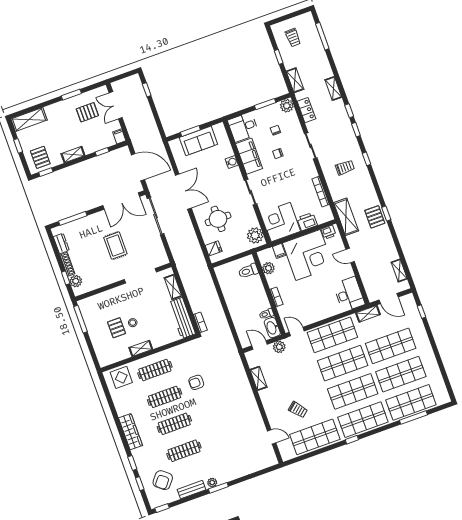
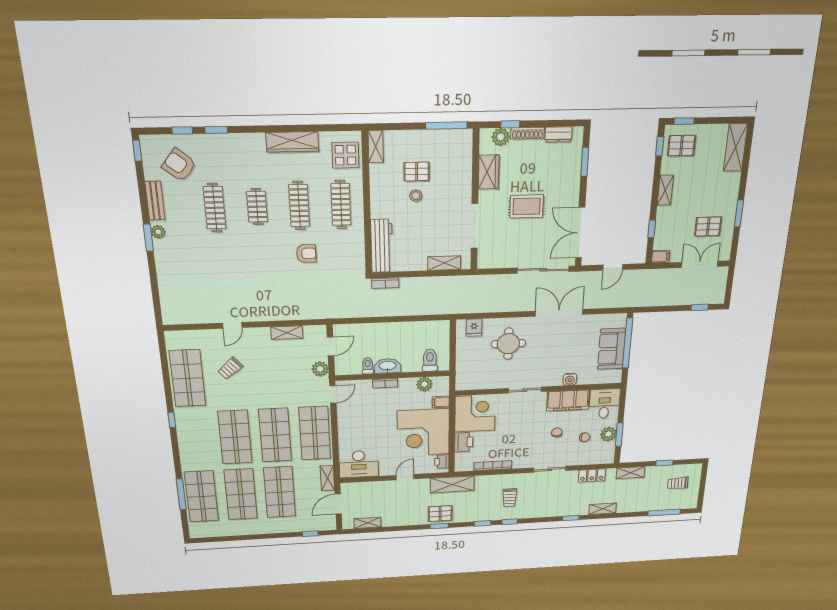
plant: (287, 106) -> (608, 434), moved
pallet: (87, 112) -> (708, 227), turned 90
window: (356, 130) -> (483, 523), moved
window: (190, 131) -> (628, 343), width x2.11
window: (18, 146) -> (684, 121), moved
door: (138, 167) -> (613, 267), width x0.53
double door: (183, 192) -> (559, 313), swing flipped
window: (73, 218) -> (585, 162), width x0.69
plant: (255, 235) -> (471, 380), removed
wardrobe: (101, 280) -> (489, 172), added
workbench: (182, 318) -> (382, 246), moved, turned 90
washbasin: (272, 328) -> (388, 366), moved
shelving: (141, 348) -> (376, 147), moved
armchair: (196, 382) -> (306, 253), turned 90
shop shelf: (363, 420) -> (195, 439), removed
clothes rail: (174, 424) -> (257, 207), width x0.73
wardrobe: (131, 432) -> (292, 142), moved
door: (272, 437) -> (232, 325), moved

